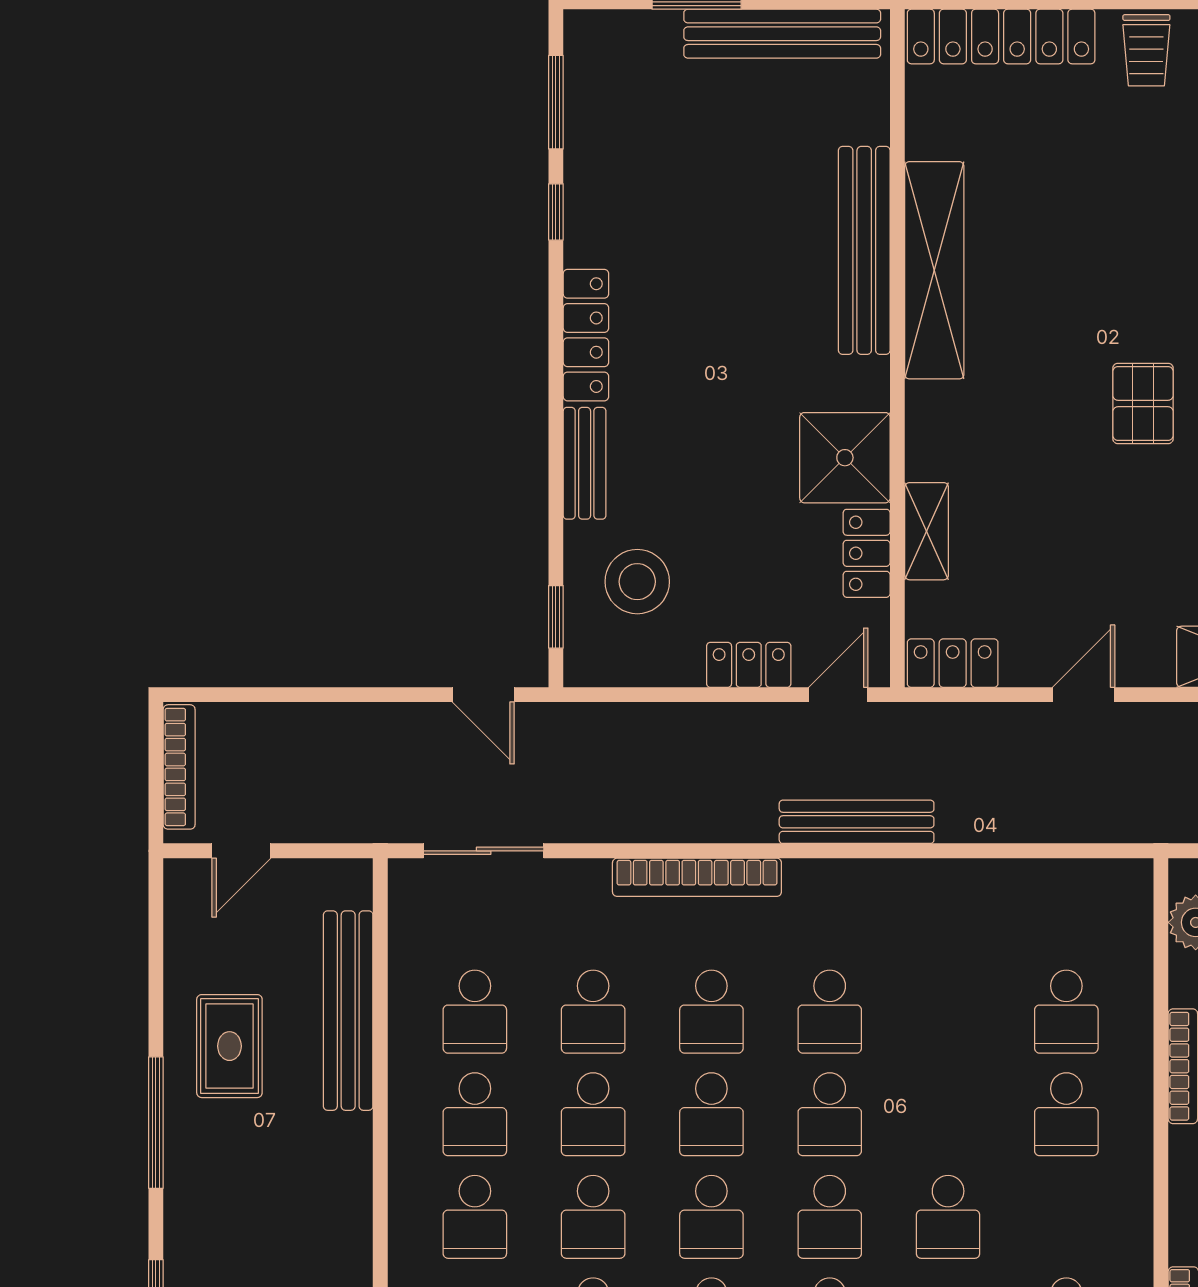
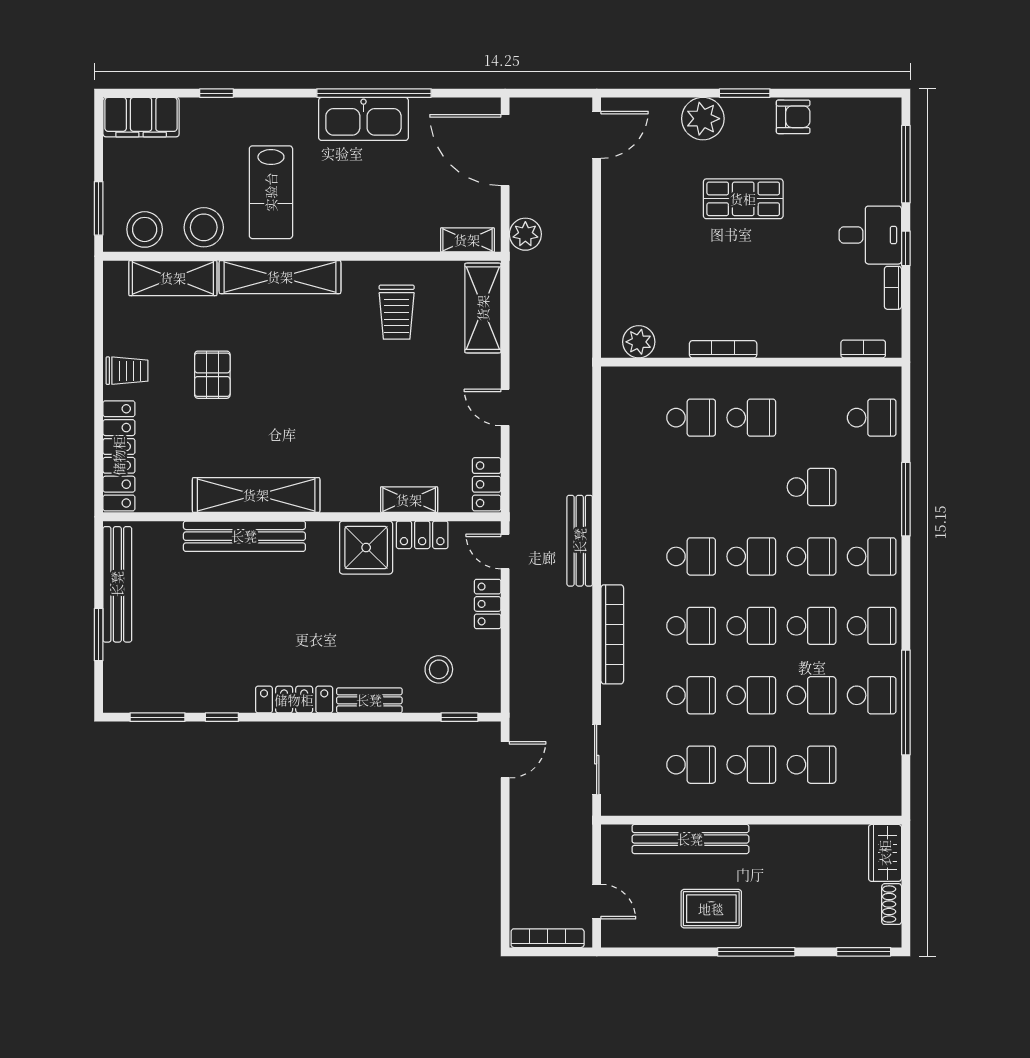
pallet: (1143, 403) -> (212, 375), moved, turned 90
stool: (637, 582) -> (439, 669), width x0.73, depth x0.73

